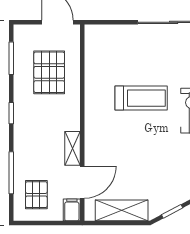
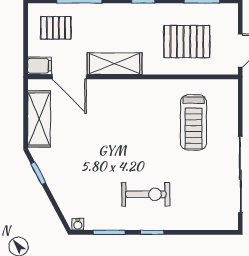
treadmill: (141, 98) -> (194, 122), moved
shelving: (72, 148) -> (115, 64), width x1.50, depth x1.33

